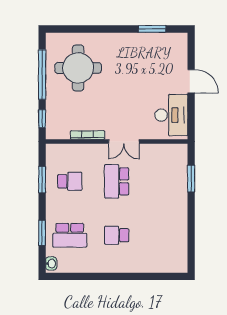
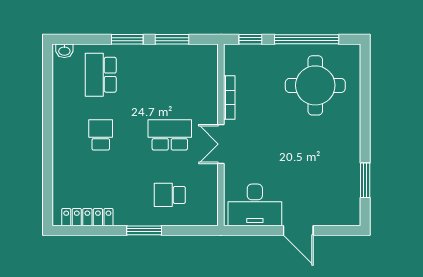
door: (191, 81) -> (298, 230), hinge flipped
window: (191, 179) -> (144, 230), moved
school desk: (70, 181) -> (170, 195), moved, turned 90
window: (42, 233) -> (127, 39), moved
locker: (181, 246) -> (87, 217), added

